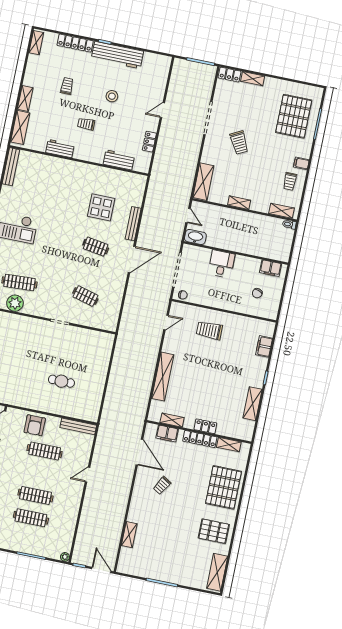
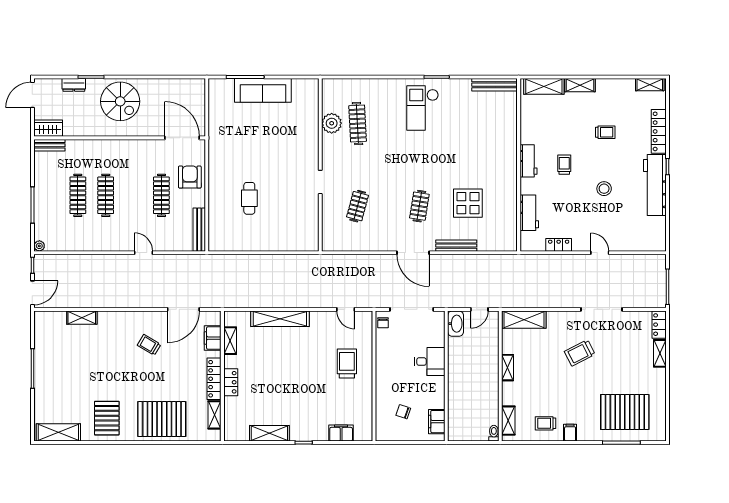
workbench: (60, 149) -> (528, 161), moved
armchair: (35, 425) -> (190, 177), turned 90

